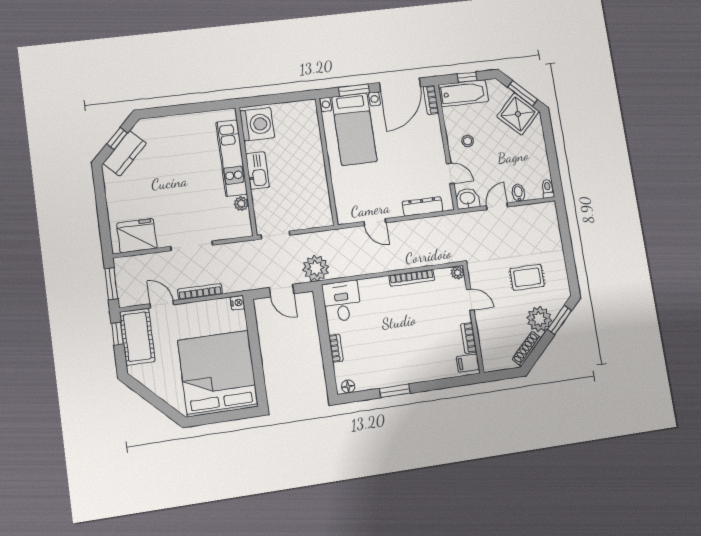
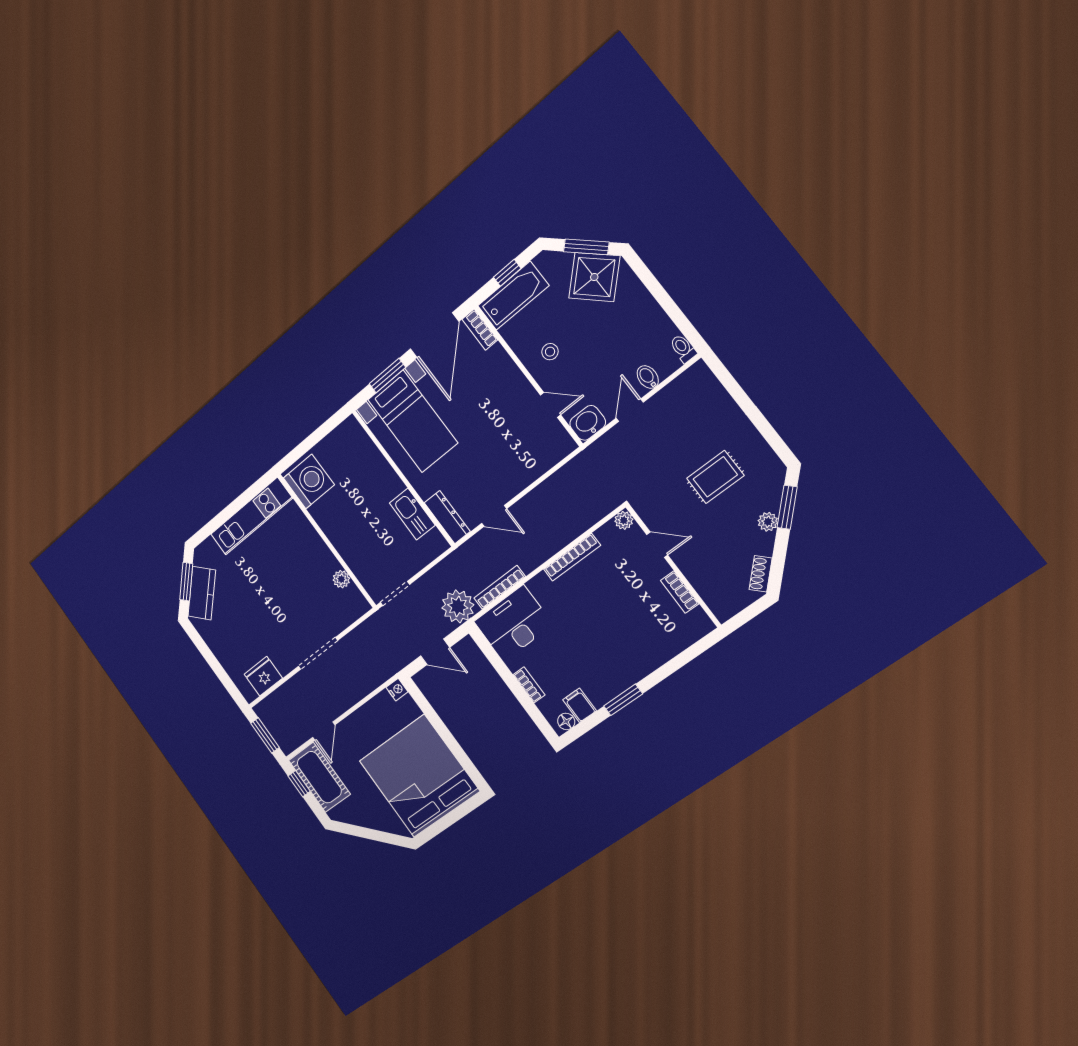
window: (117, 138) -> (186, 582), width x1.50
kitchen unit: (232, 158) -> (251, 516), moved, turned -90
kitchen sink: (258, 170) -> (412, 514), moved, turned 180
dresser: (423, 206) -> (447, 517), moved, turned 90
fridge: (137, 236) -> (263, 676), width x0.73, depth x0.75
bookcase: (200, 292) -> (500, 587), moved
desk: (342, 301) -> (513, 623), width x1.37
door: (162, 304) -> (324, 731), swing flipped
plant: (539, 319) -> (768, 522), width x0.53, depth x0.53
shoe rack: (527, 349) -> (761, 574), width x0.70
filing cabinet: (468, 363) -> (580, 705), moved, turned 90

